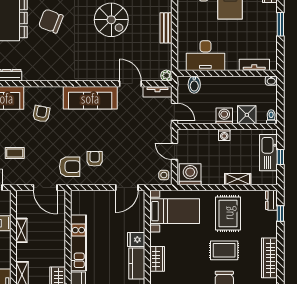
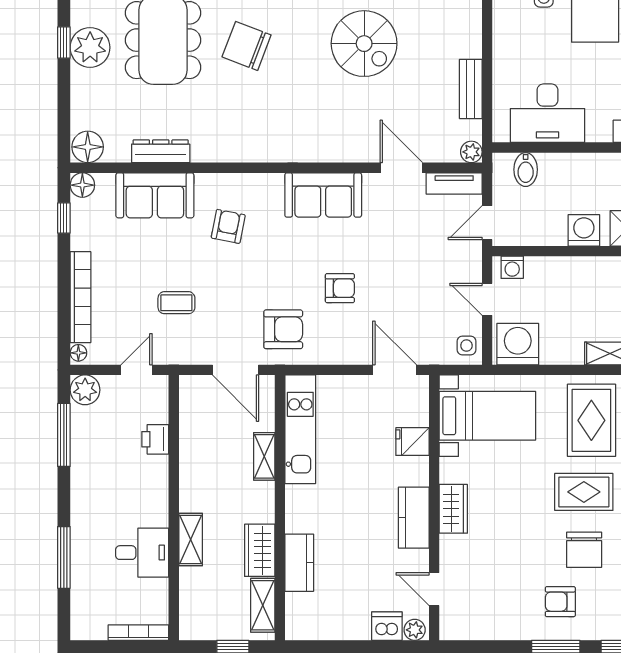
bench: (166, 28) -> (471, 89), moved
sofa: (90, 98) -> (323, 195), width x0.73
door: (174, 112) -> (487, 223), swing flipped
washing machine: (224, 135) -> (512, 267), moved
armchair: (95, 159) -> (340, 288), moved, turned 90
door: (127, 188) -> (395, 370), swing flipped
shelving: (21, 230) -> (264, 456), moved
fridge: (136, 240) -> (412, 442), moved
kitchen unit: (78, 243) -> (300, 429), moved

